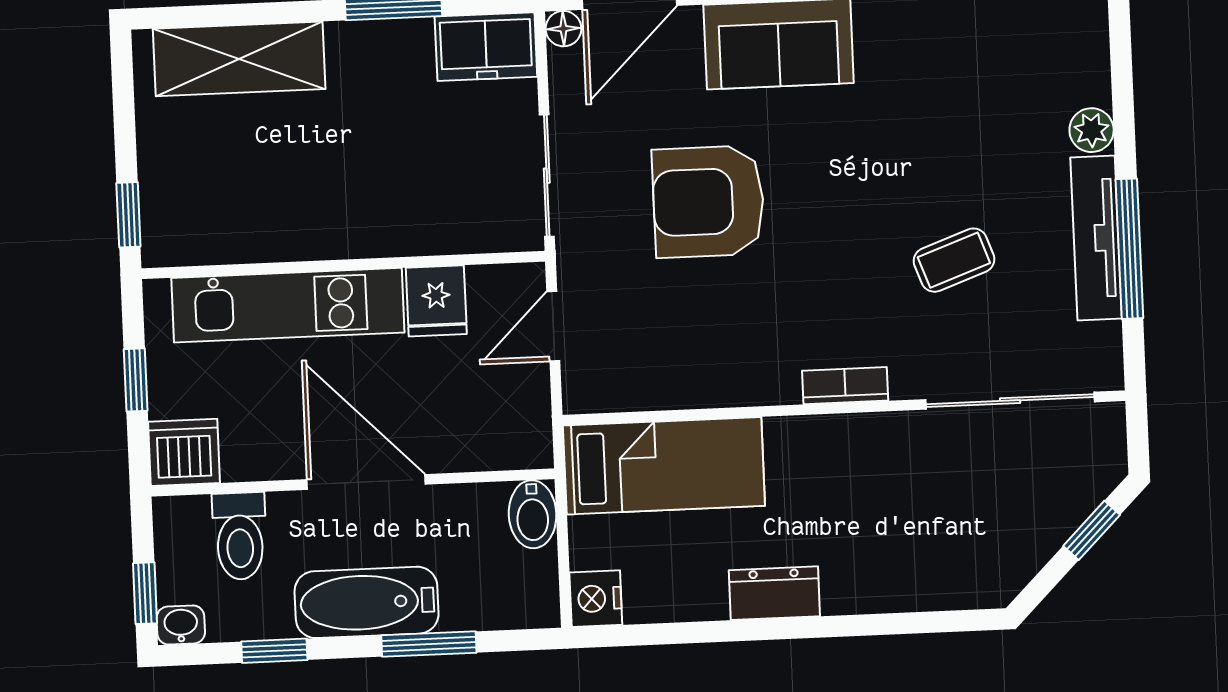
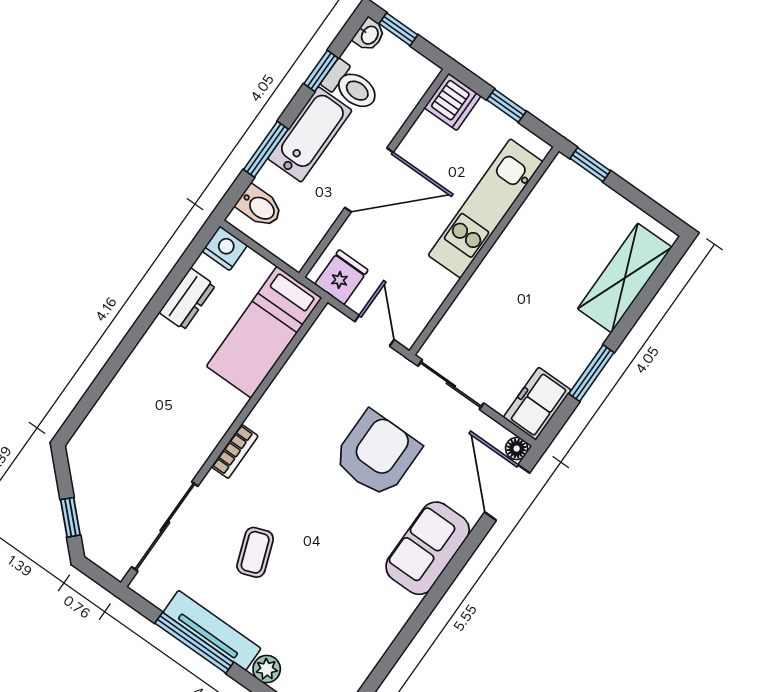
fridge: (436, 301) -> (341, 277), moved, turned 90
bidet: (533, 514) -> (259, 206), moved, turned 180
toilet: (240, 536) -> (351, 86), moved, turned 180
dresser: (774, 593) -> (187, 299), moved

